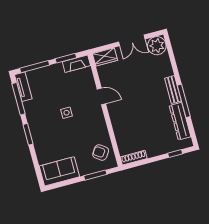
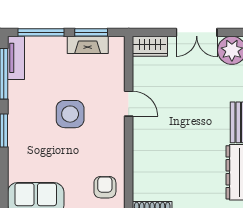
fireplace: (76, 64) -> (88, 45), moved
side table: (67, 113) -> (70, 114), width x1.87, depth x1.87
armchair: (101, 153) -> (105, 187), turned 55

